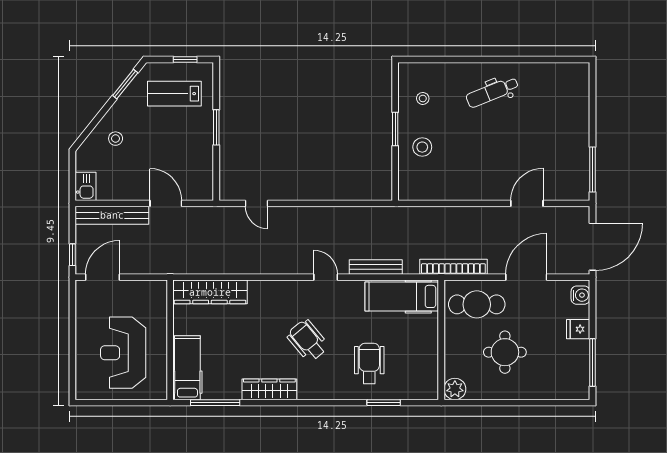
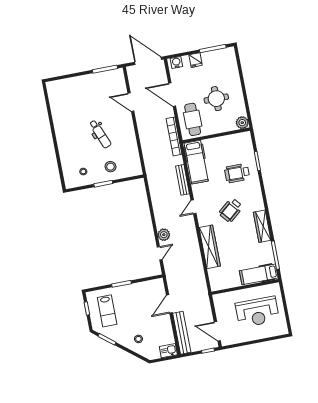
dental chair: (492, 92) -> (100, 134), moved
plant: (287, 217) -> (164, 235), added
wardrobe: (210, 292) -> (210, 247), moved

